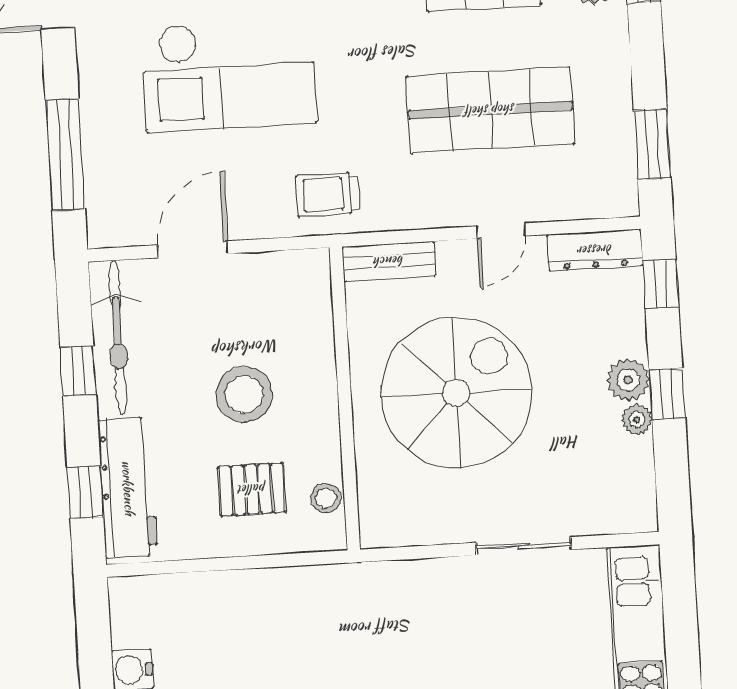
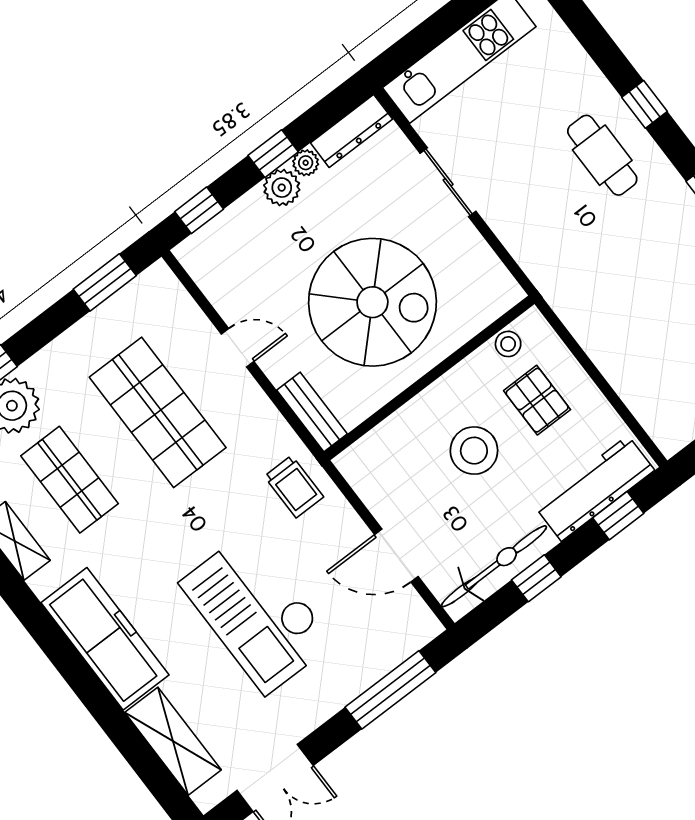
checkout: (229, 75) -> (257, 613), turned 180
dresser: (595, 250) -> (351, 131), moved, turned 90
spiral stairs: (456, 393) -> (372, 302), turned 180

